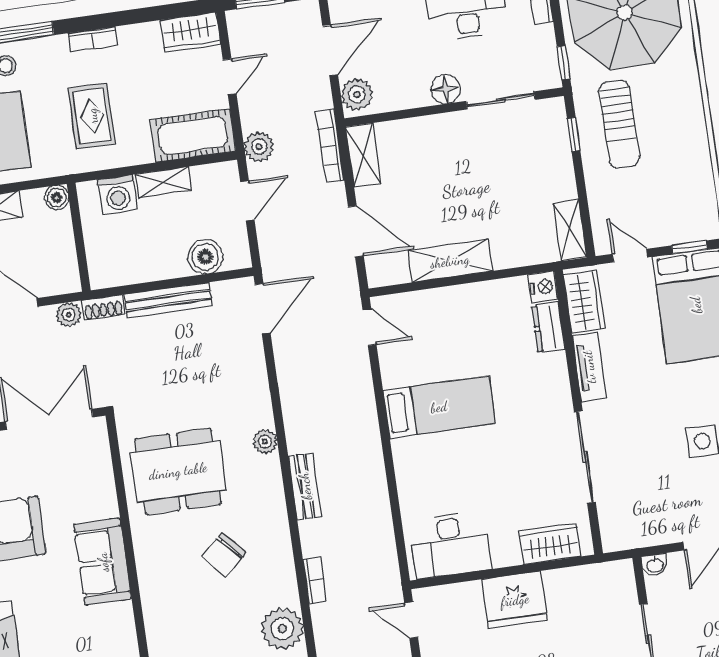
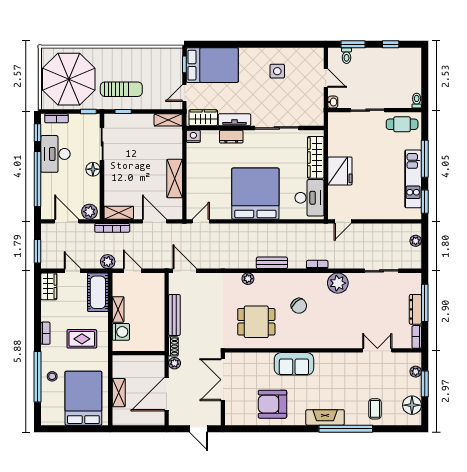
boiler: (57, 197) -> (118, 361), removed
door: (356, 231) -> (154, 221), hinge flipped
boiler: (205, 257) -> (156, 295), removed
dresser: (548, 327) -> (231, 137), moved
bed: (439, 407) -> (255, 194), width x2.04
dining table: (178, 471) -> (256, 322), width x0.73
wardrobe: (550, 544) -> (316, 157), width x1.50

